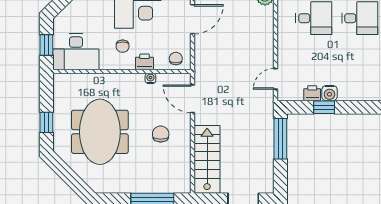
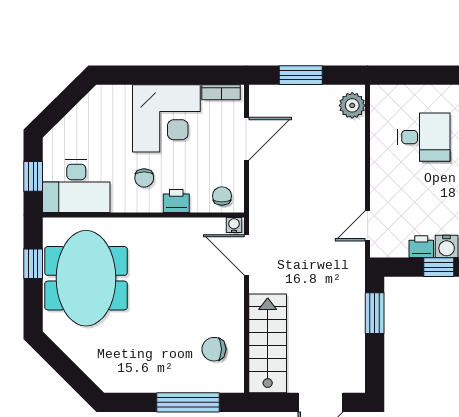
water cooler: (150, 78) -> (234, 225), moved
window: (46, 122) -> (33, 264), moved
meeting table: (100, 132) -> (86, 278), moved
chair: (161, 134) -> (214, 349), moved, turned -90
window: (280, 139) -> (375, 313), width x0.69

